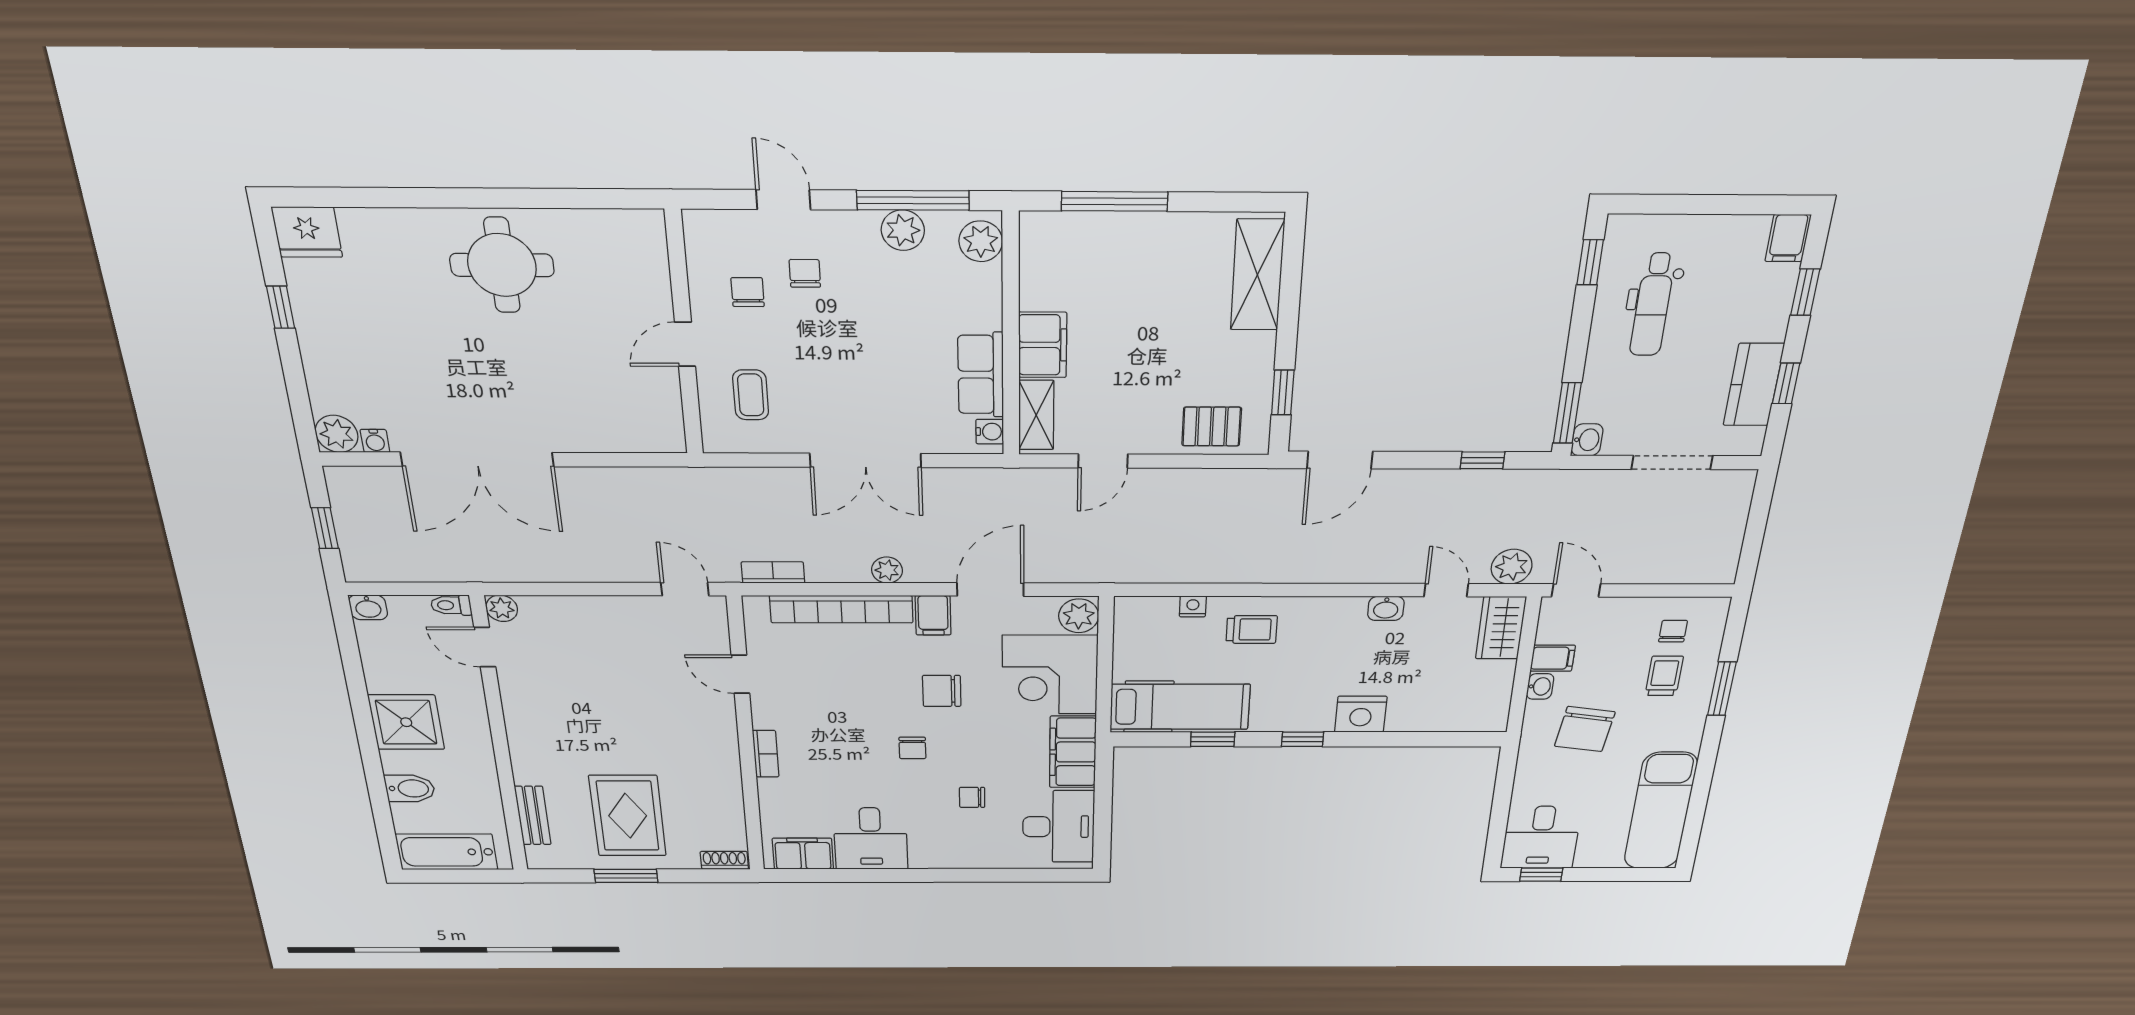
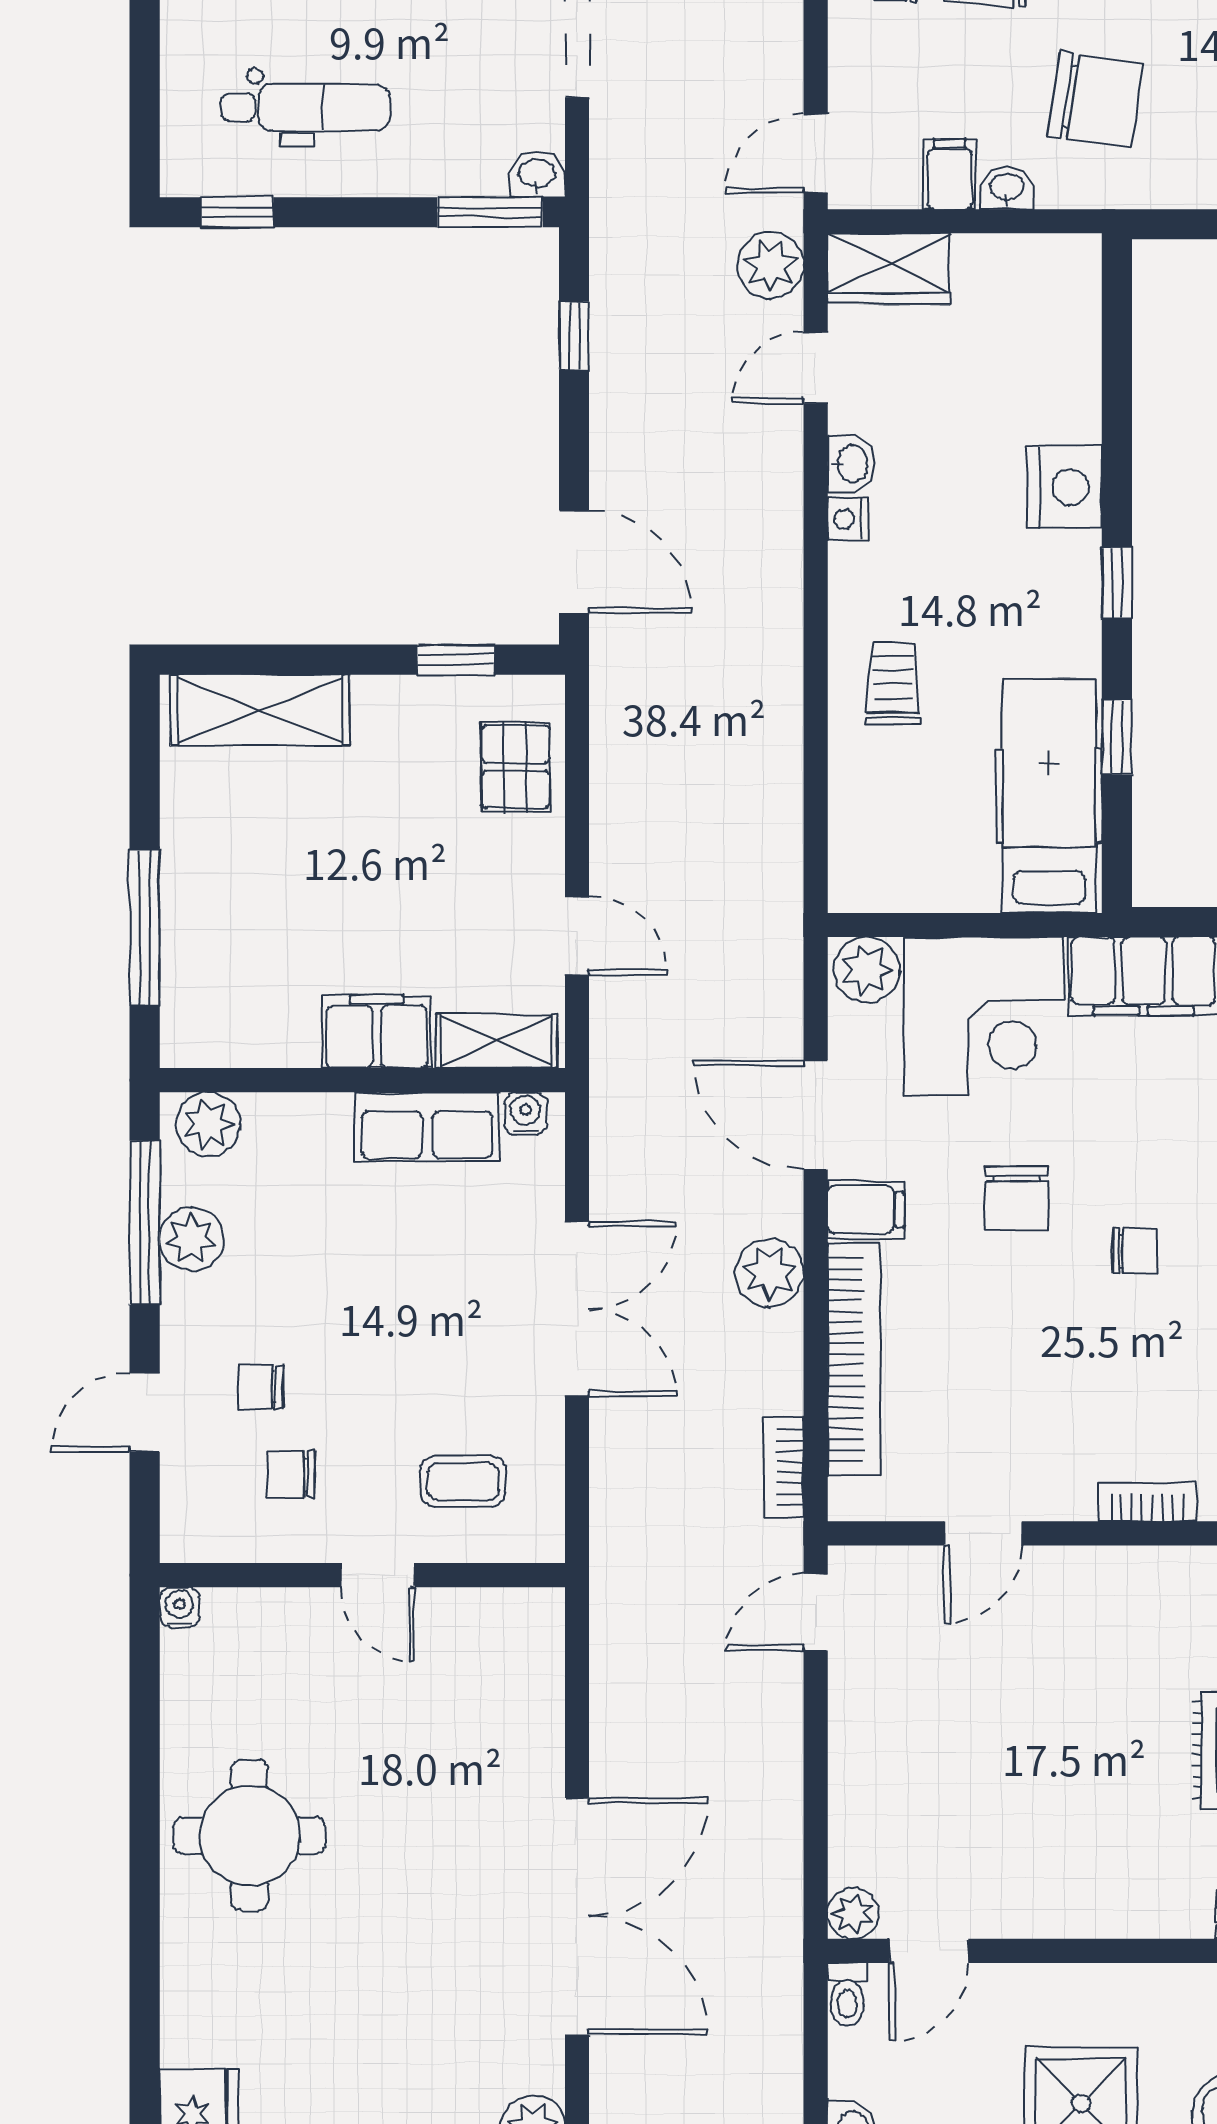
water cooler: (375, 441) -> (180, 1607), moved, turned -90
plant: (887, 570) -> (769, 1273), width x1.38, depth x1.38
nightstand: (1193, 606) -> (848, 519), moved

